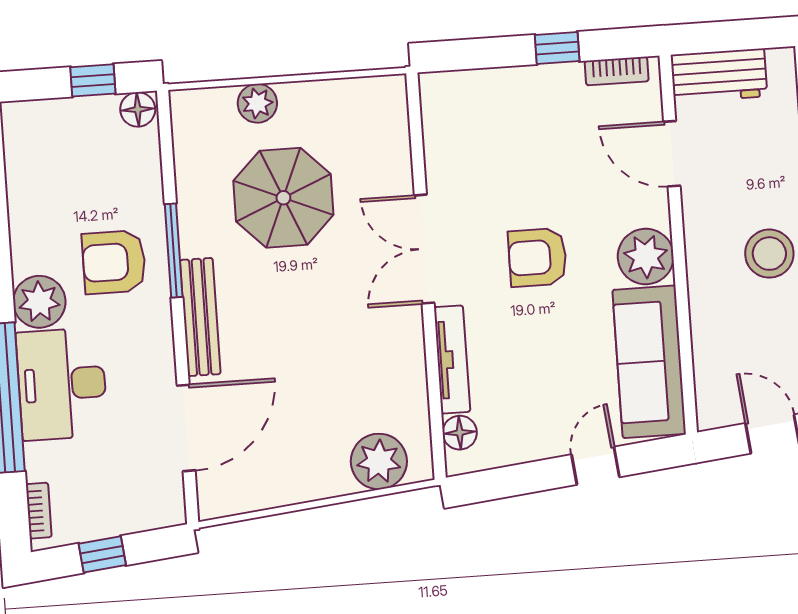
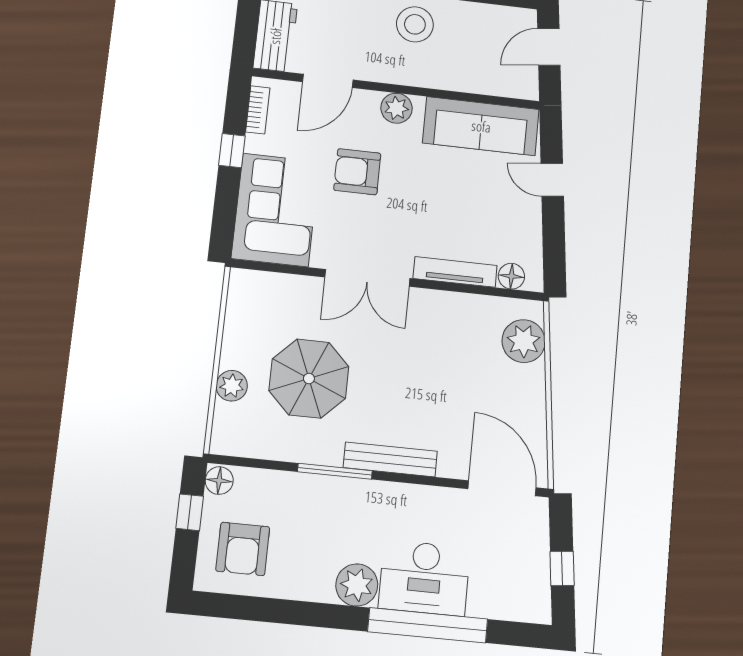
corner sofa: (490, 117) -> (275, 210), added
armchair: (538, 257) -> (357, 172), moved, turned 90
plant: (646, 257) -> (397, 108), width x0.73, depth x0.73
armchair: (114, 262) -> (243, 549), moved
door: (186, 428) -> (502, 488), moved
bookcase: (39, 511) -> (520, 613), removed

